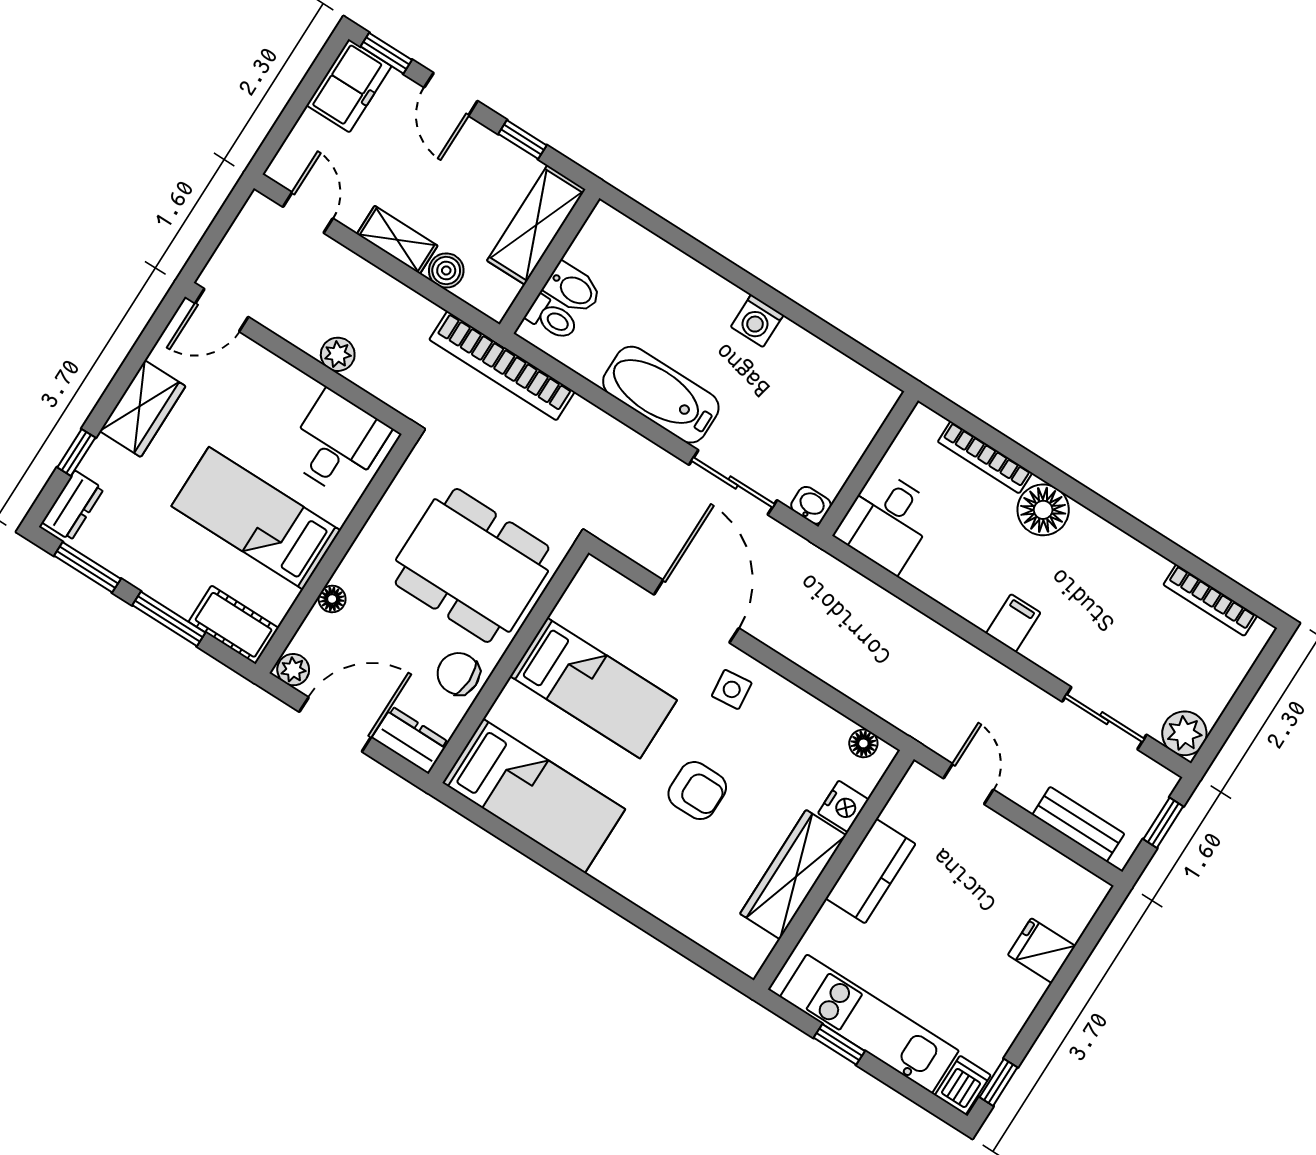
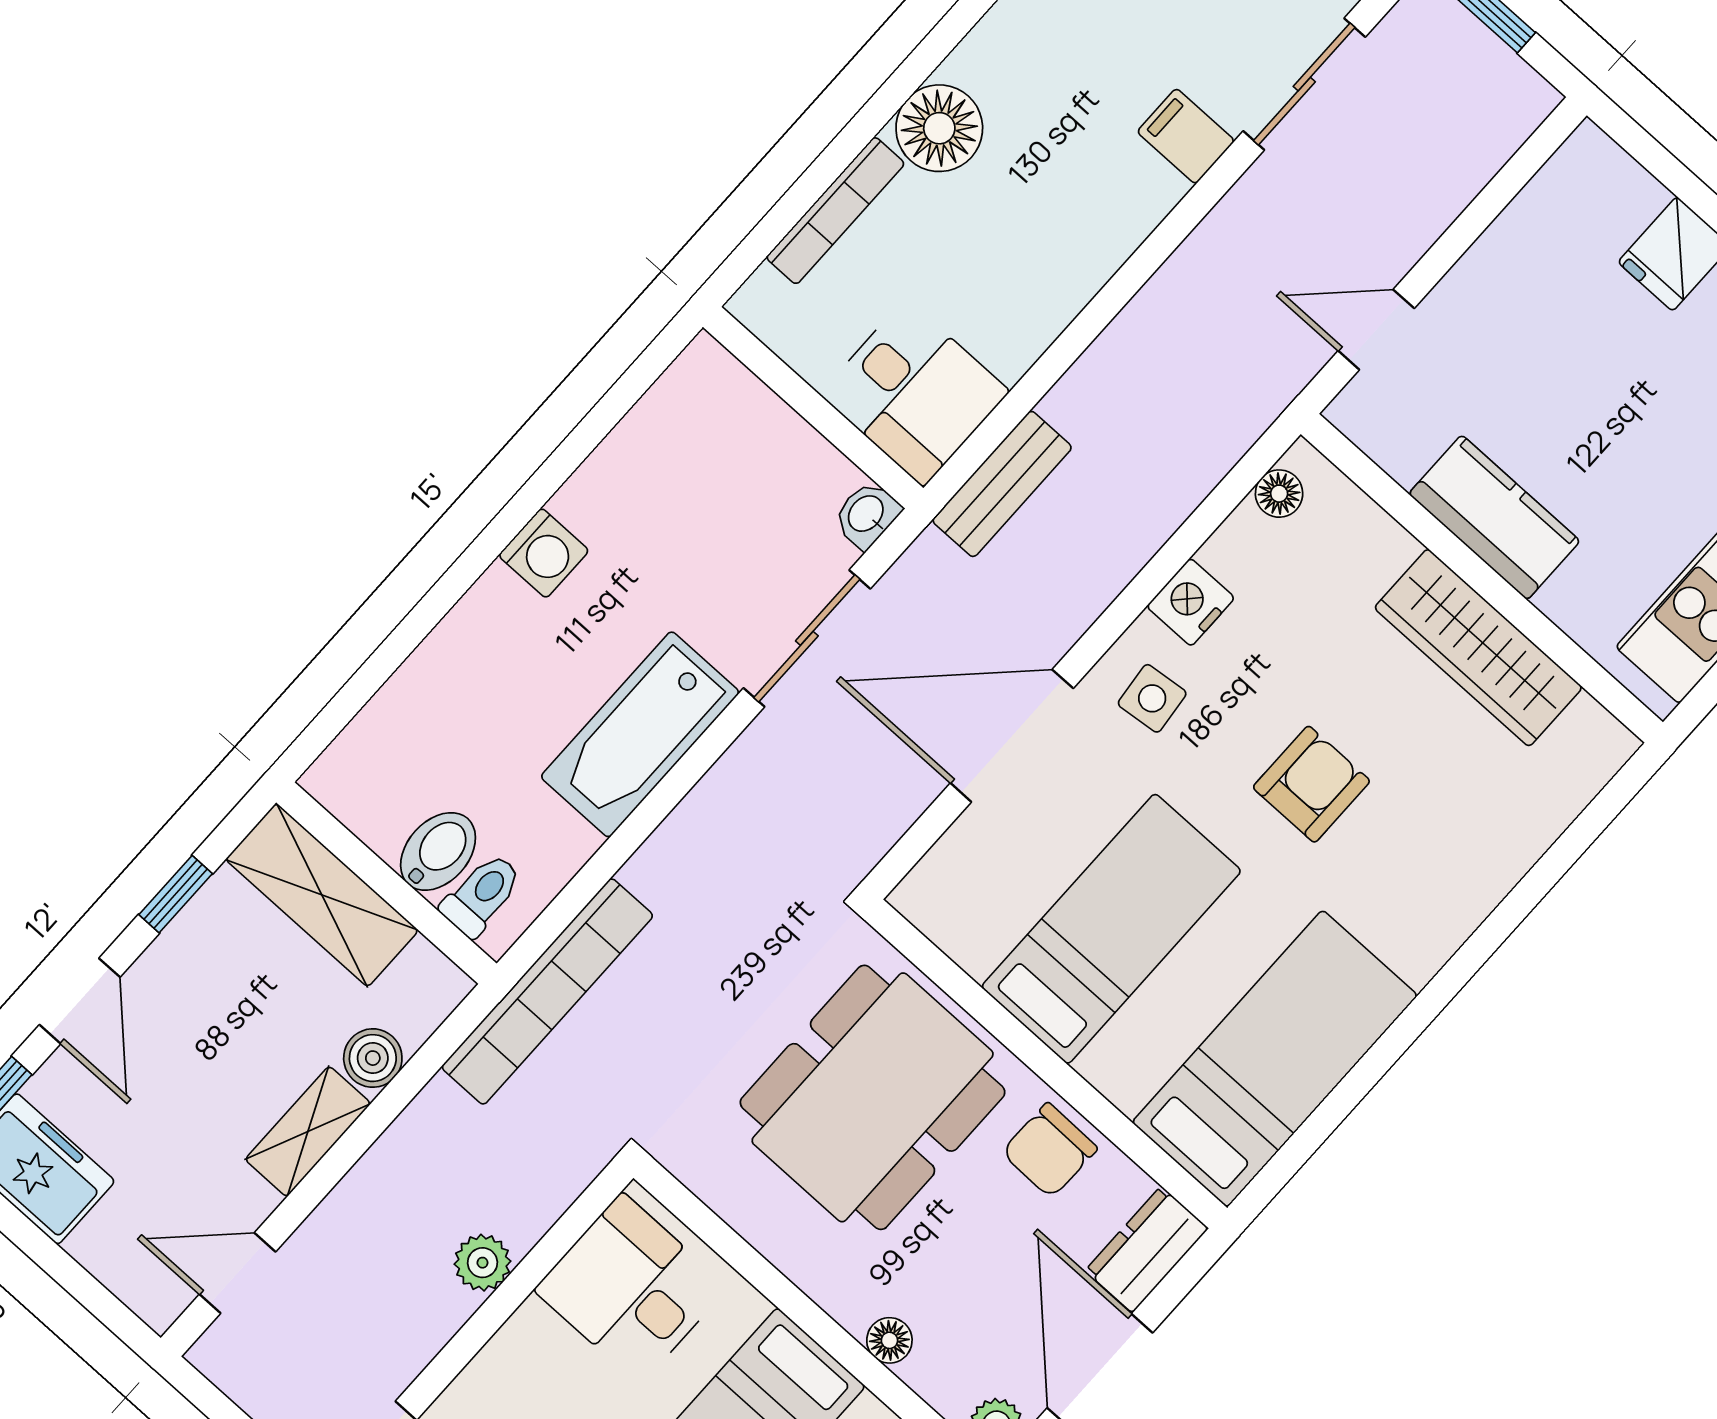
door: (451, 94) -> (80, 1001), hinge flipped
filing cabinet: (1013, 623) -> (1186, 136), moved
nightstand: (843, 806) -> (1191, 602), moved, turned -90
bench: (1078, 824) -> (1002, 484), moved

